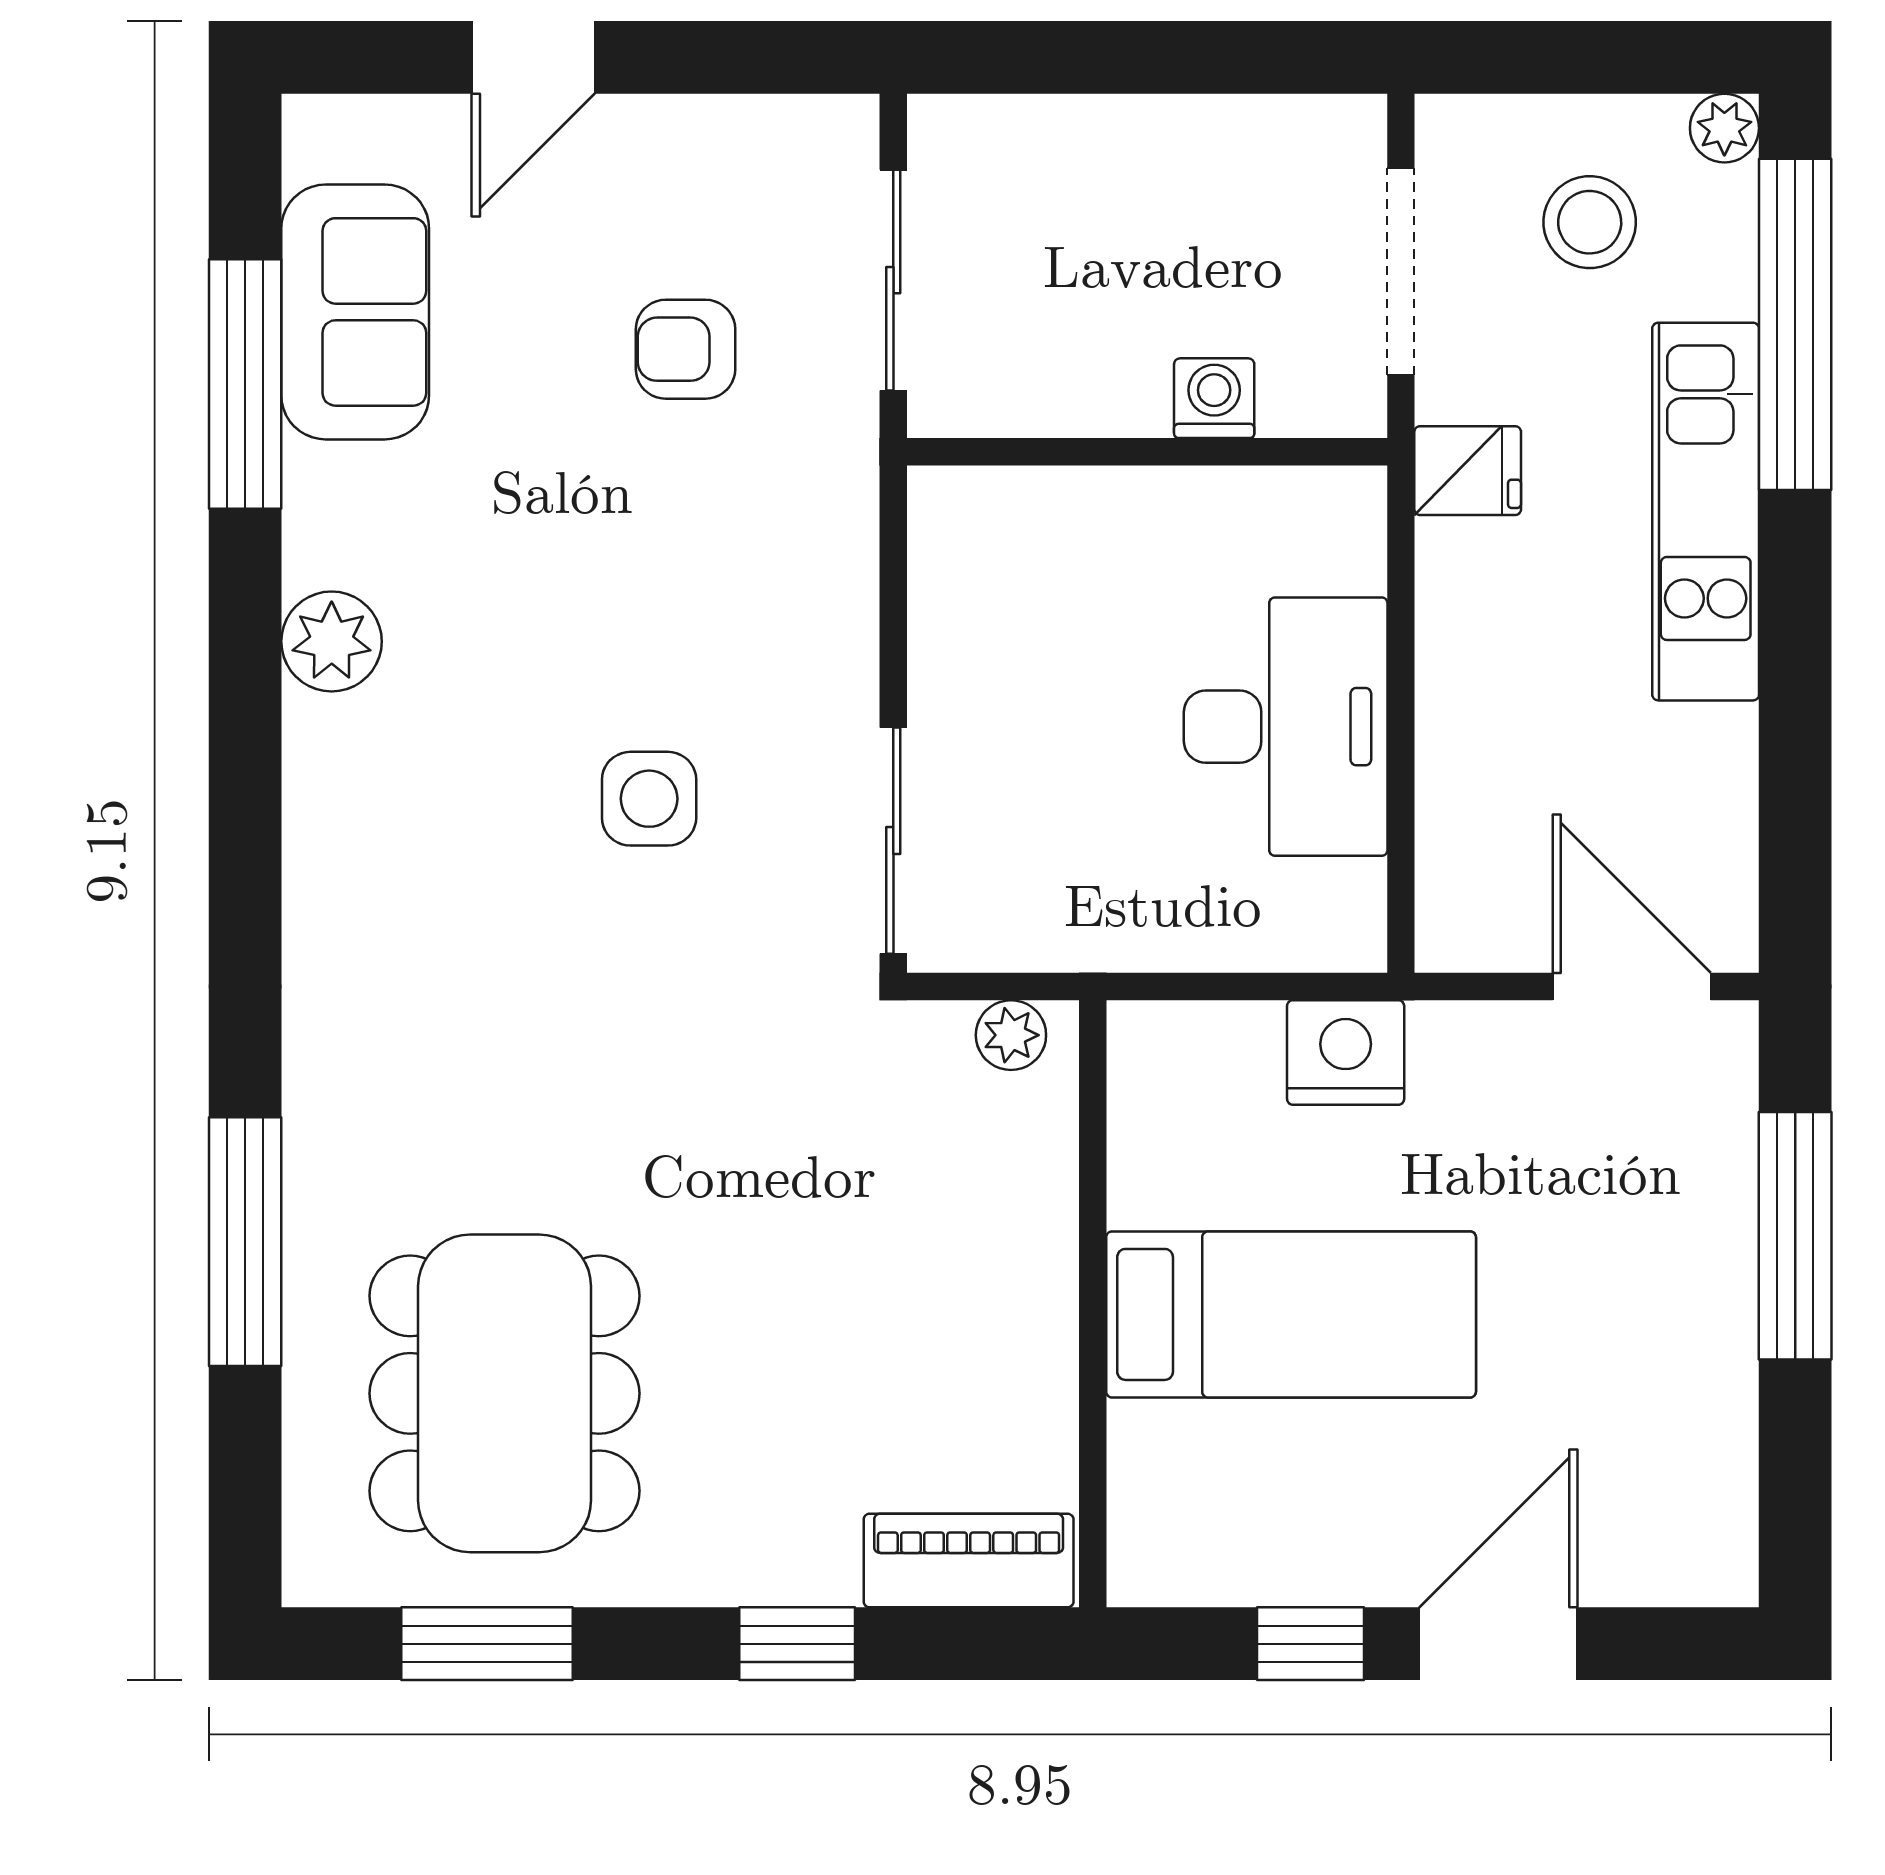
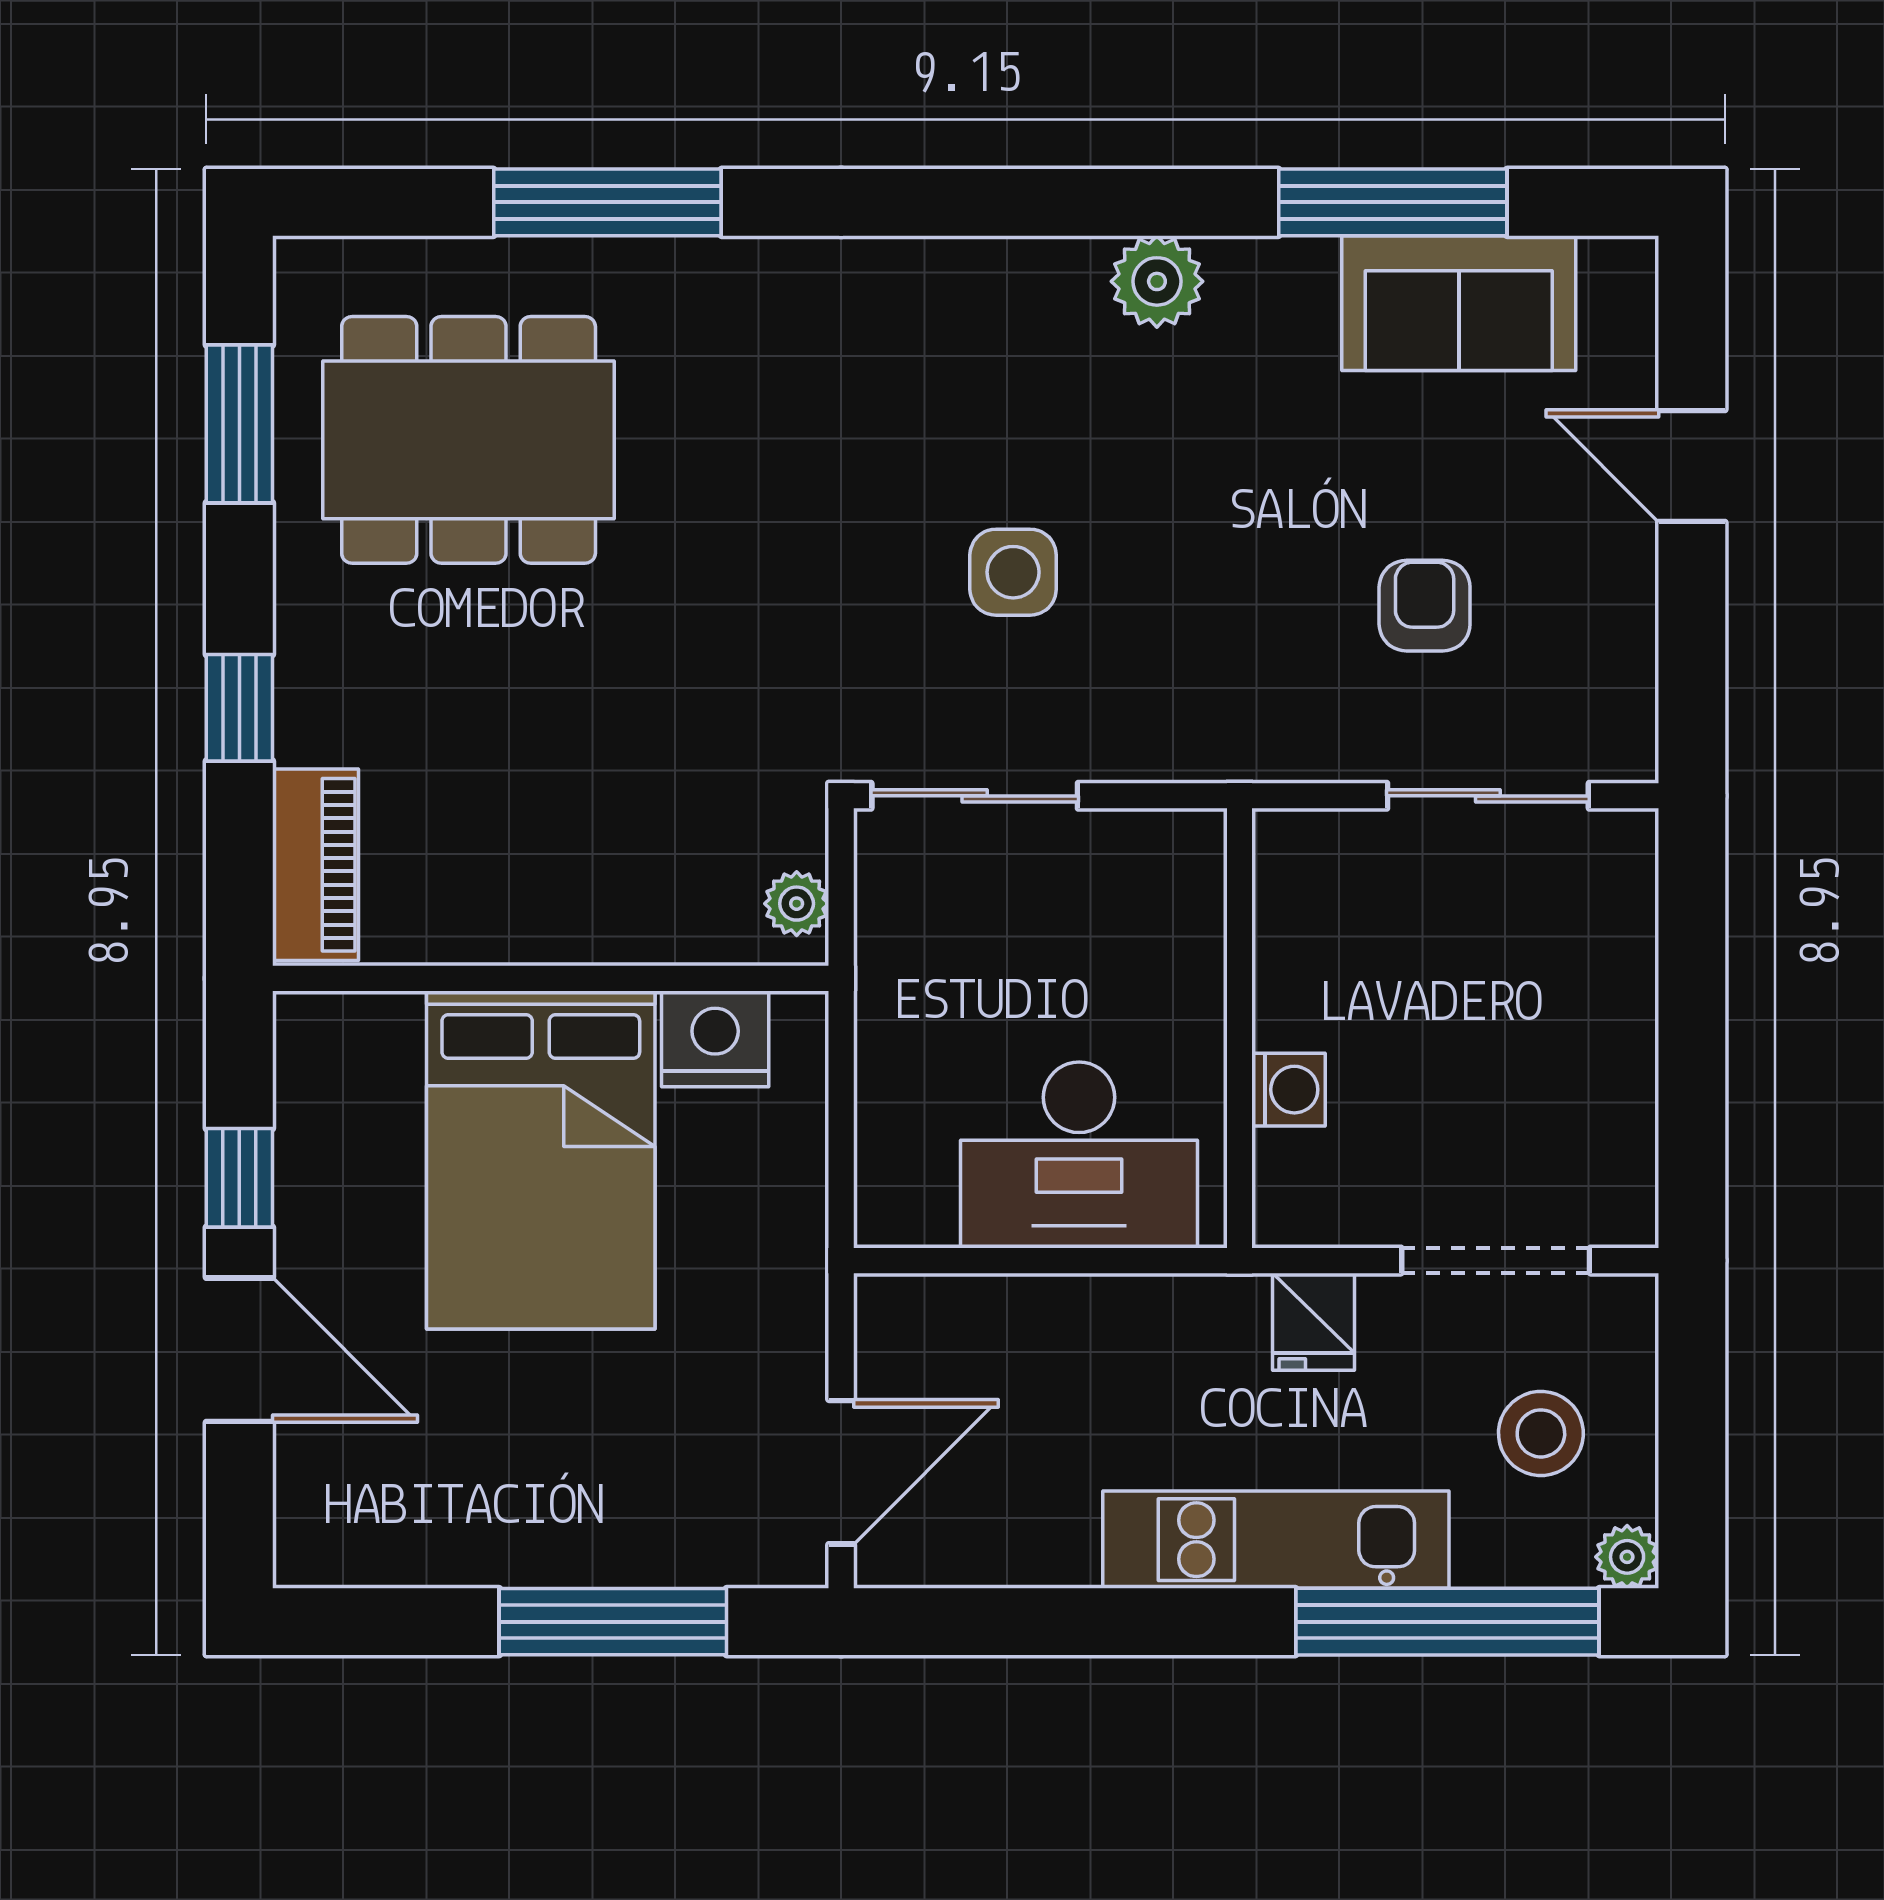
washing machine: (1214, 398) -> (1288, 1090), moved
wall: (1147, 452) -> (1239, 1028), moved
nightstand: (1346, 1052) -> (715, 1039), moved, turned -90
bed: (1291, 1314) -> (541, 1160), width x1.50

